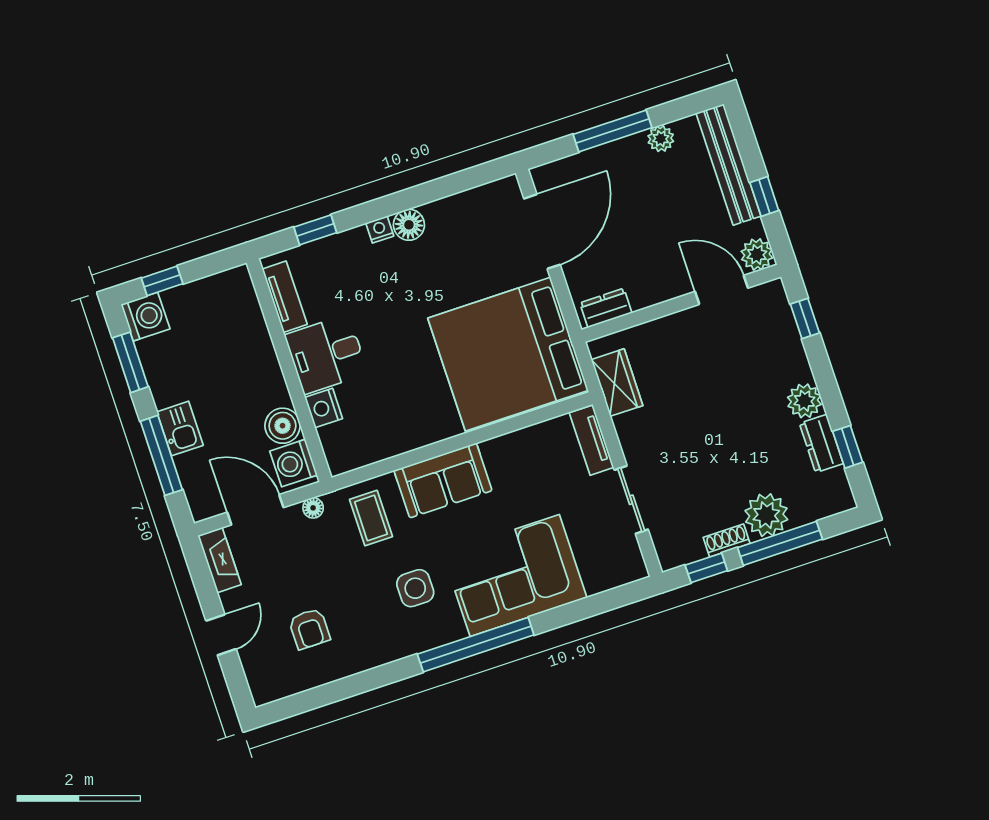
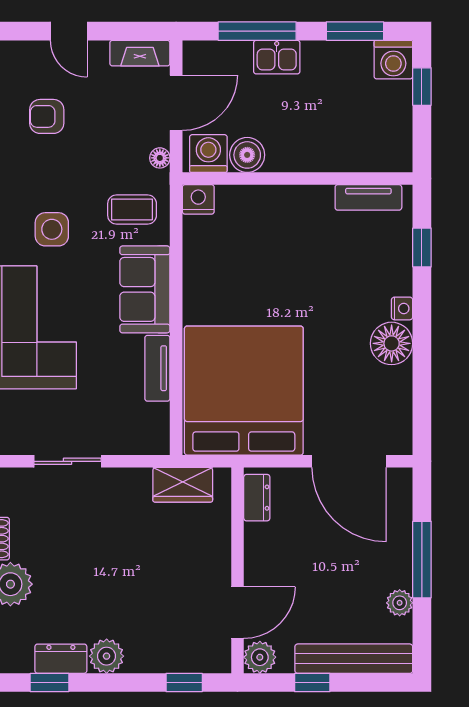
floor lamp: (409, 225) -> (392, 343), width x1.38, depth x1.38
desk: (326, 354) -> (301, 219), removed
nightstand: (324, 408) -> (198, 199), moved
tv unit: (592, 440) -> (157, 368), moved, turned -90

